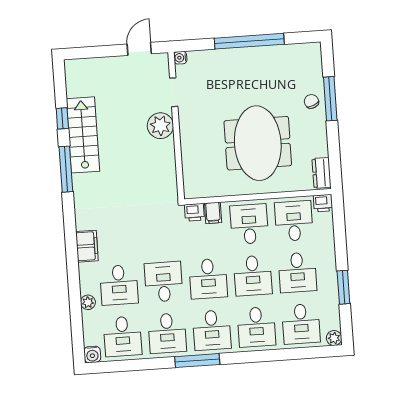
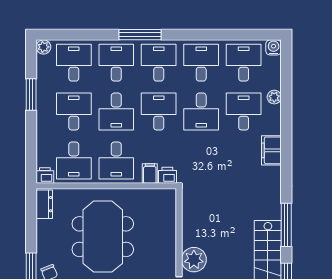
desk: (253, 276) -> (116, 112), turned 180
window: (197, 361) -> (140, 35), moved

